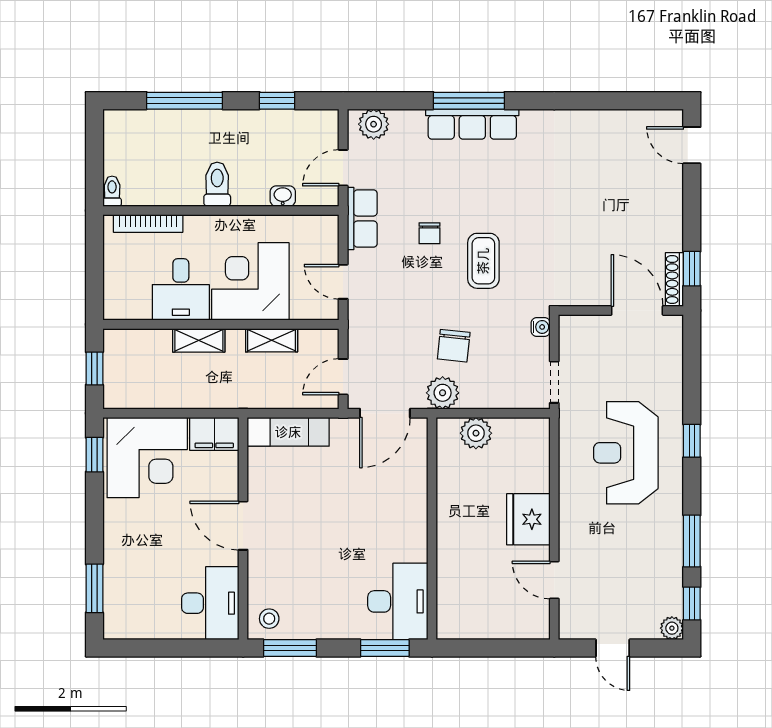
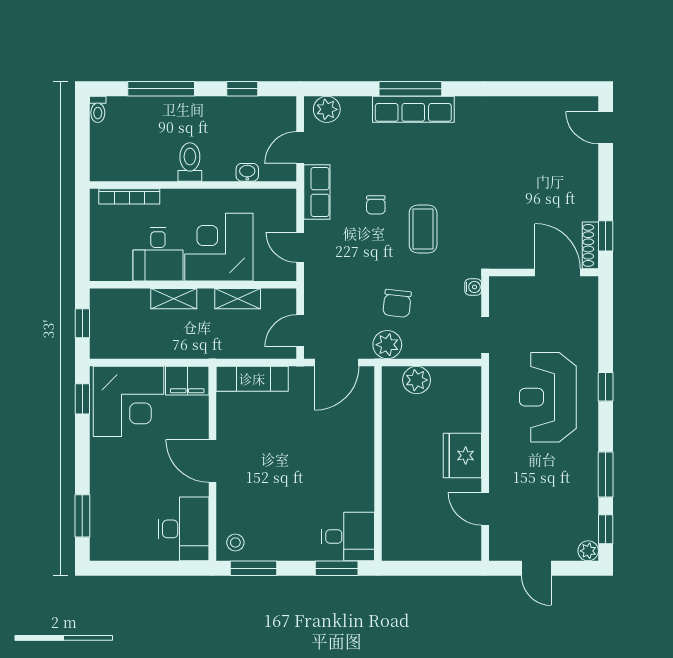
toilet: (112, 191) -> (98, 109), moved, turned 180
desk: (398, 601) -> (348, 537), width x0.73

